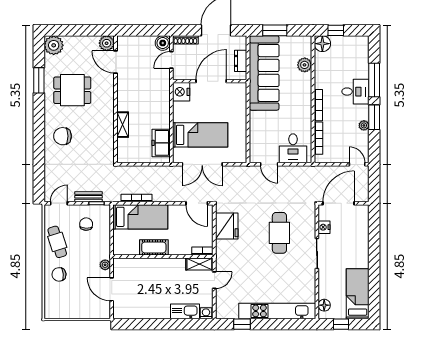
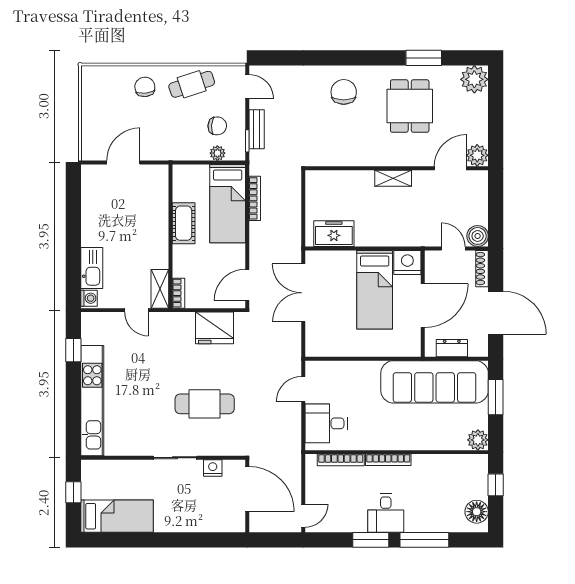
floor lamp: (322, 44) -> (477, 512), moved
plant: (305, 65) -> (478, 440), moved
door: (211, 81) -> (423, 306), hinge flipped
desk: (355, 92) -> (386, 513), moved
shelving: (123, 125) -> (393, 178), moved
plant: (364, 125) -> (359, 525), removed
bed: (200, 135) -> (375, 290), moved
plant: (105, 265) -> (217, 153), moved
floor lamp: (324, 305) -> (101, 468), removed

